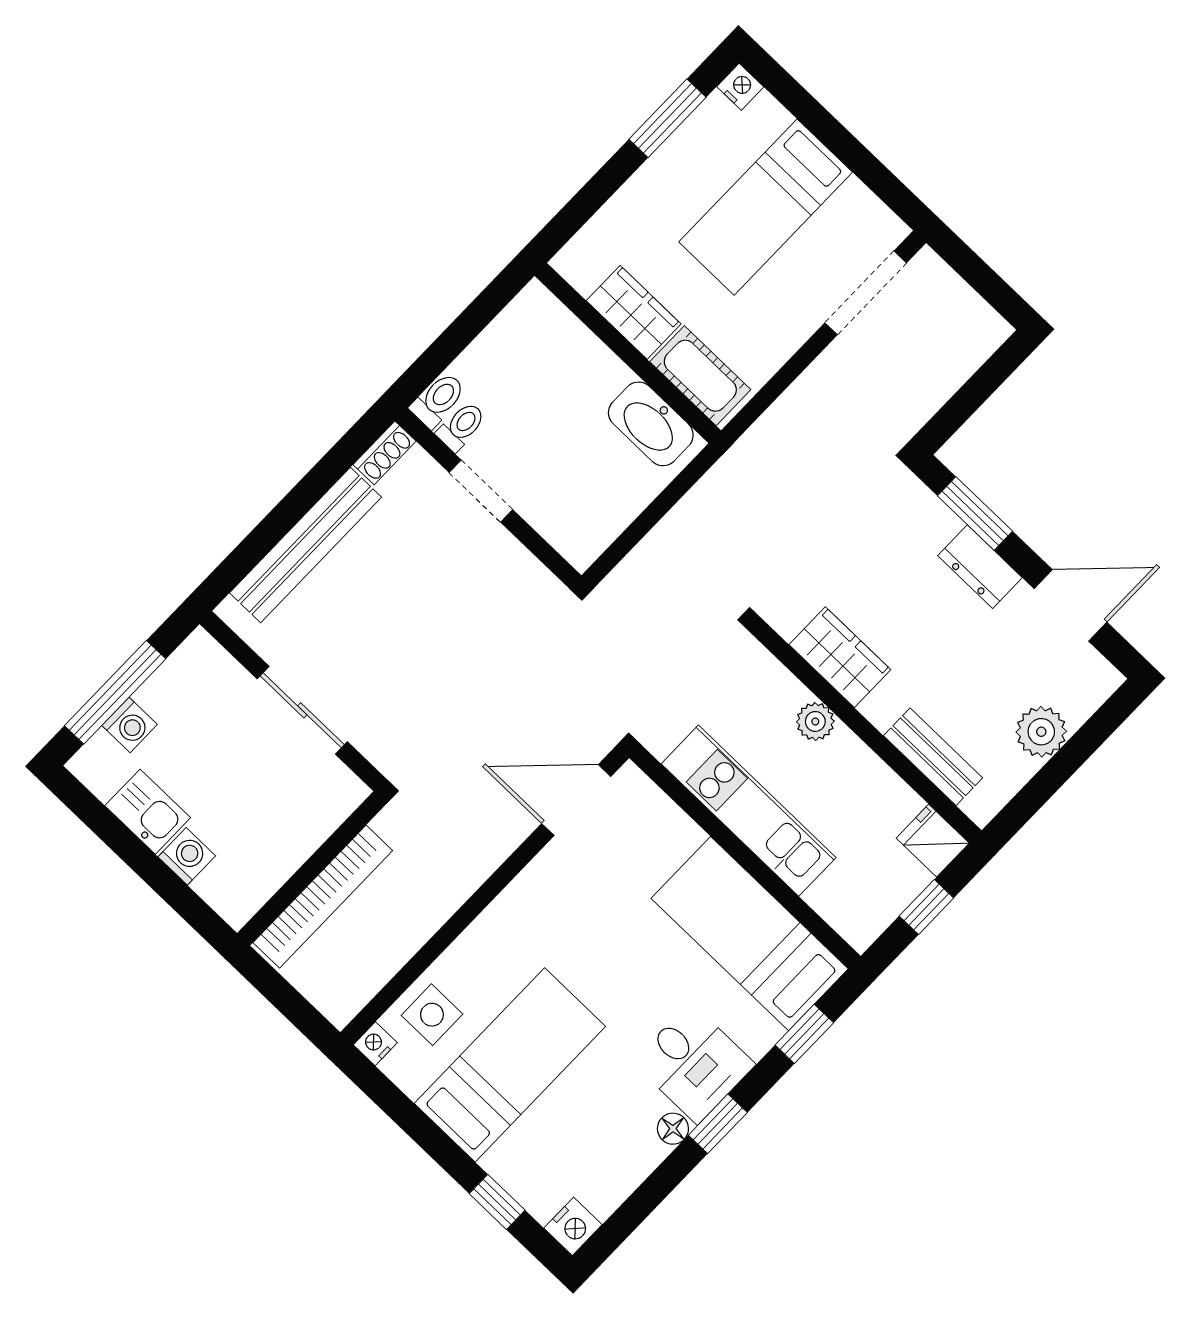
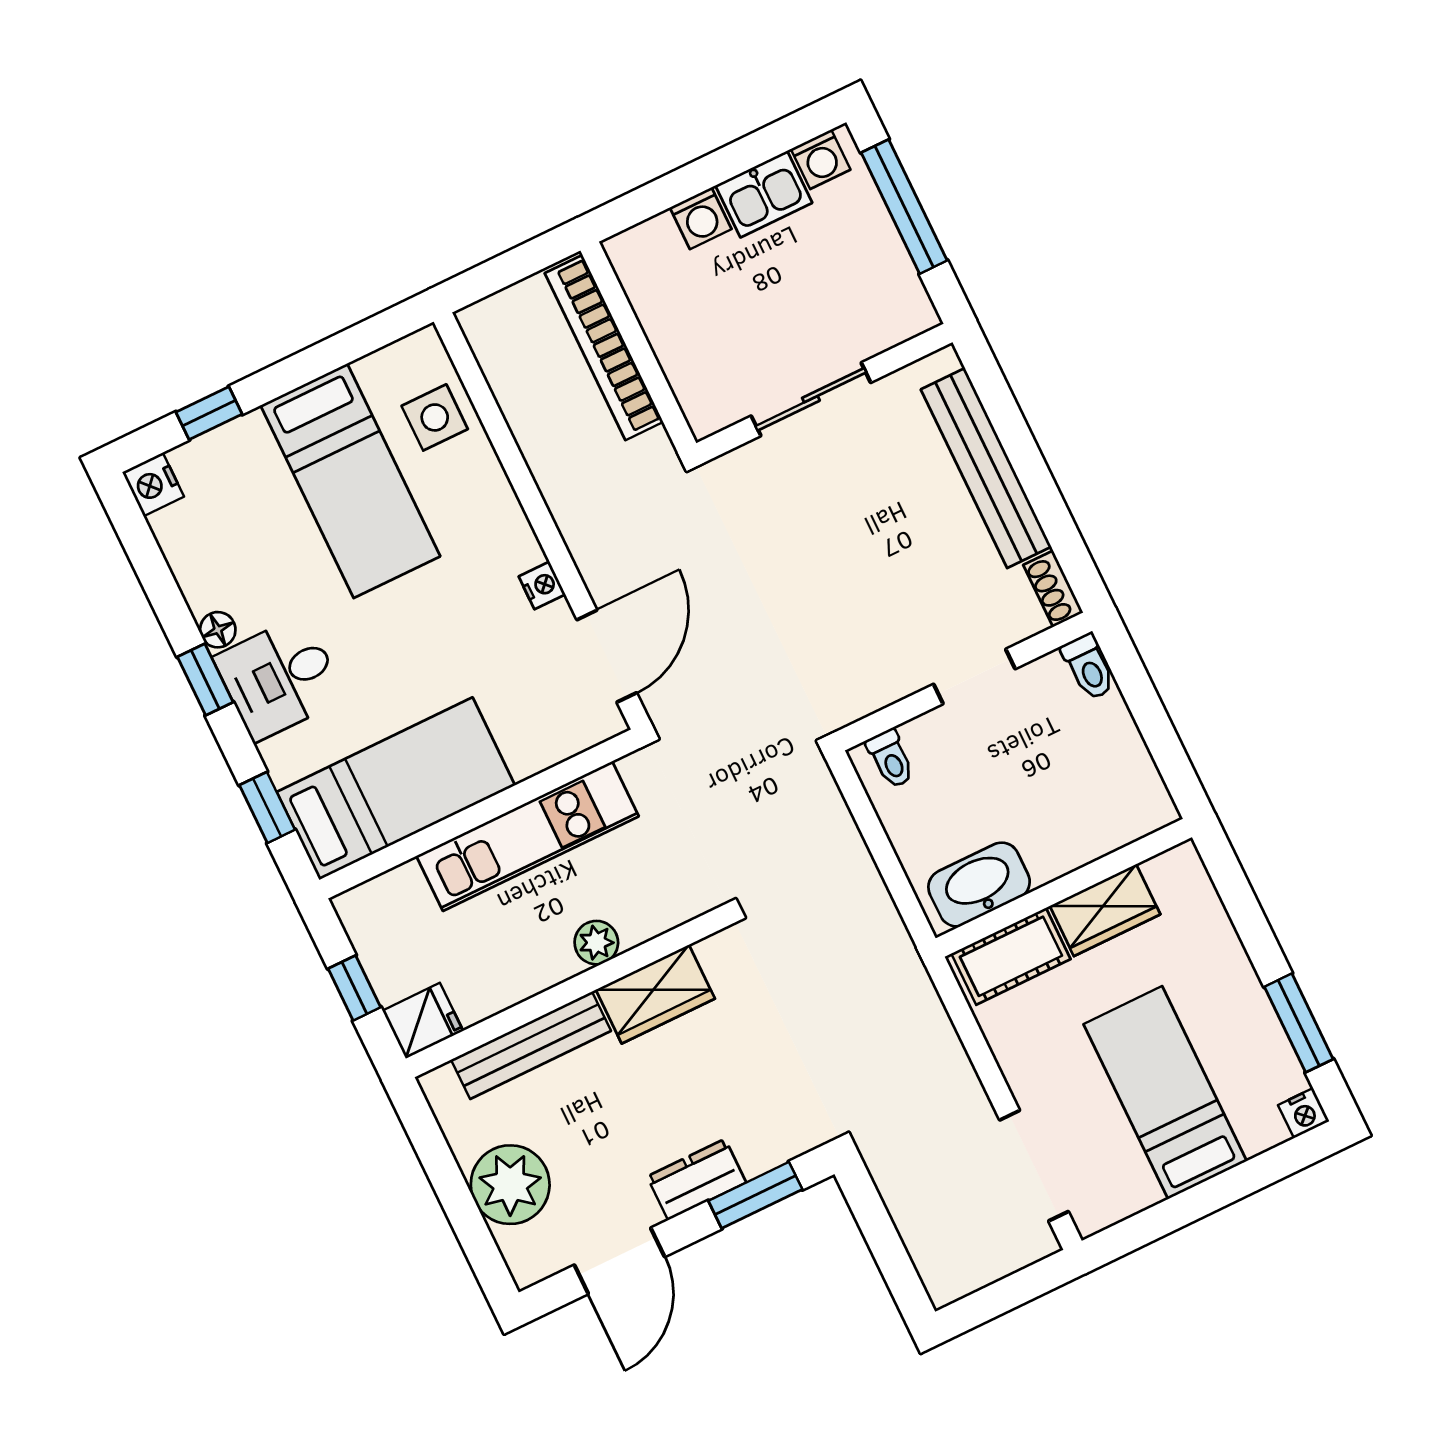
toilet: (461, 426) -> (891, 759), moved
washing machine: (130, 725) -> (821, 159), moved, turned -90
plant: (1041, 732) -> (510, 1185), width x1.36, depth x1.36
bench: (933, 757) -> (531, 1045), width x1.36
nightstand: (375, 1044) -> (542, 585), moved

